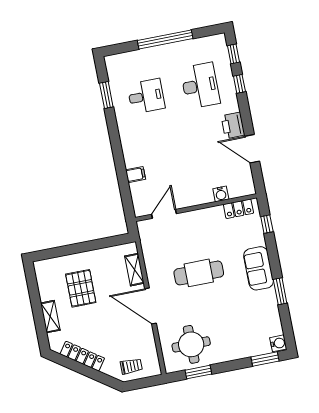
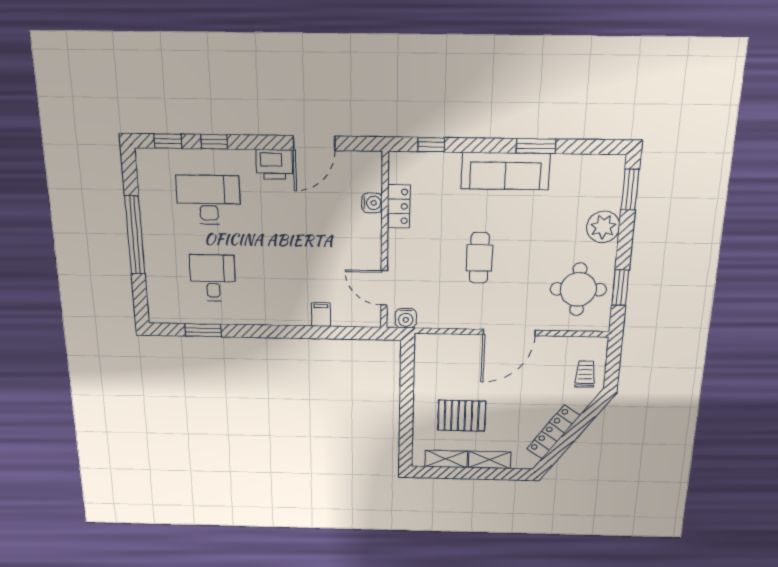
locker: (238, 209) -> (399, 206), moved
sofa: (259, 268) -> (505, 171), width x1.36
shelving: (134, 270) -> (446, 459), moved
cafe table: (199, 273) -> (479, 258), width x0.73, depth x0.74
water cooler: (278, 343) -> (406, 318), moved, turned 180
plant: (237, 349) -> (603, 227), added

